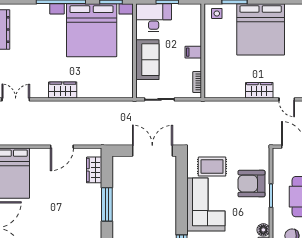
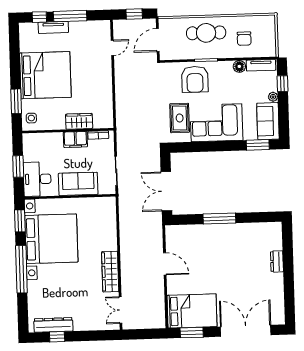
filing cabinet: (193, 52) -> (75, 139), width x2.00
wardrobe: (63, 90) -> (110, 272), width x1.50
wardrobe: (259, 90) -> (79, 121), moved, turned 90
double door: (152, 151) -> (166, 191), moved
wardrobe: (94, 170) -> (186, 232), removed

